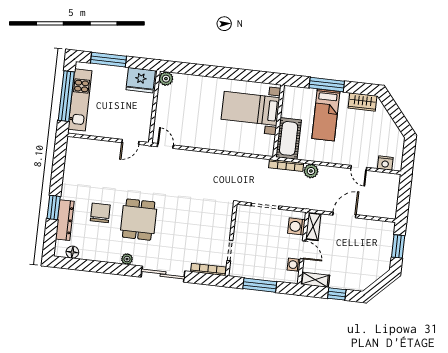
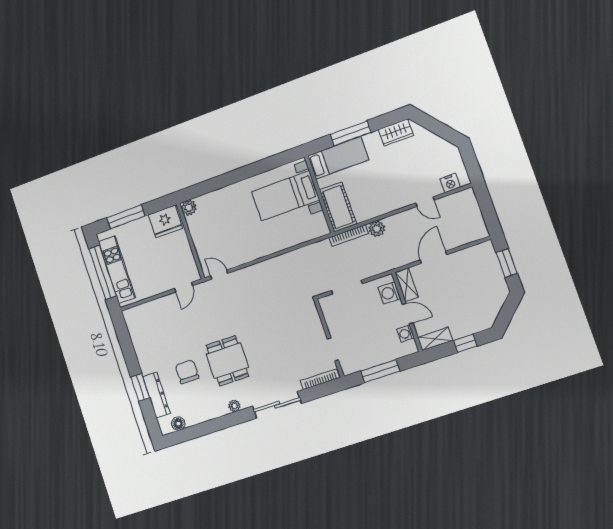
bed: (326, 115) -> (338, 158), moved, turned -90

